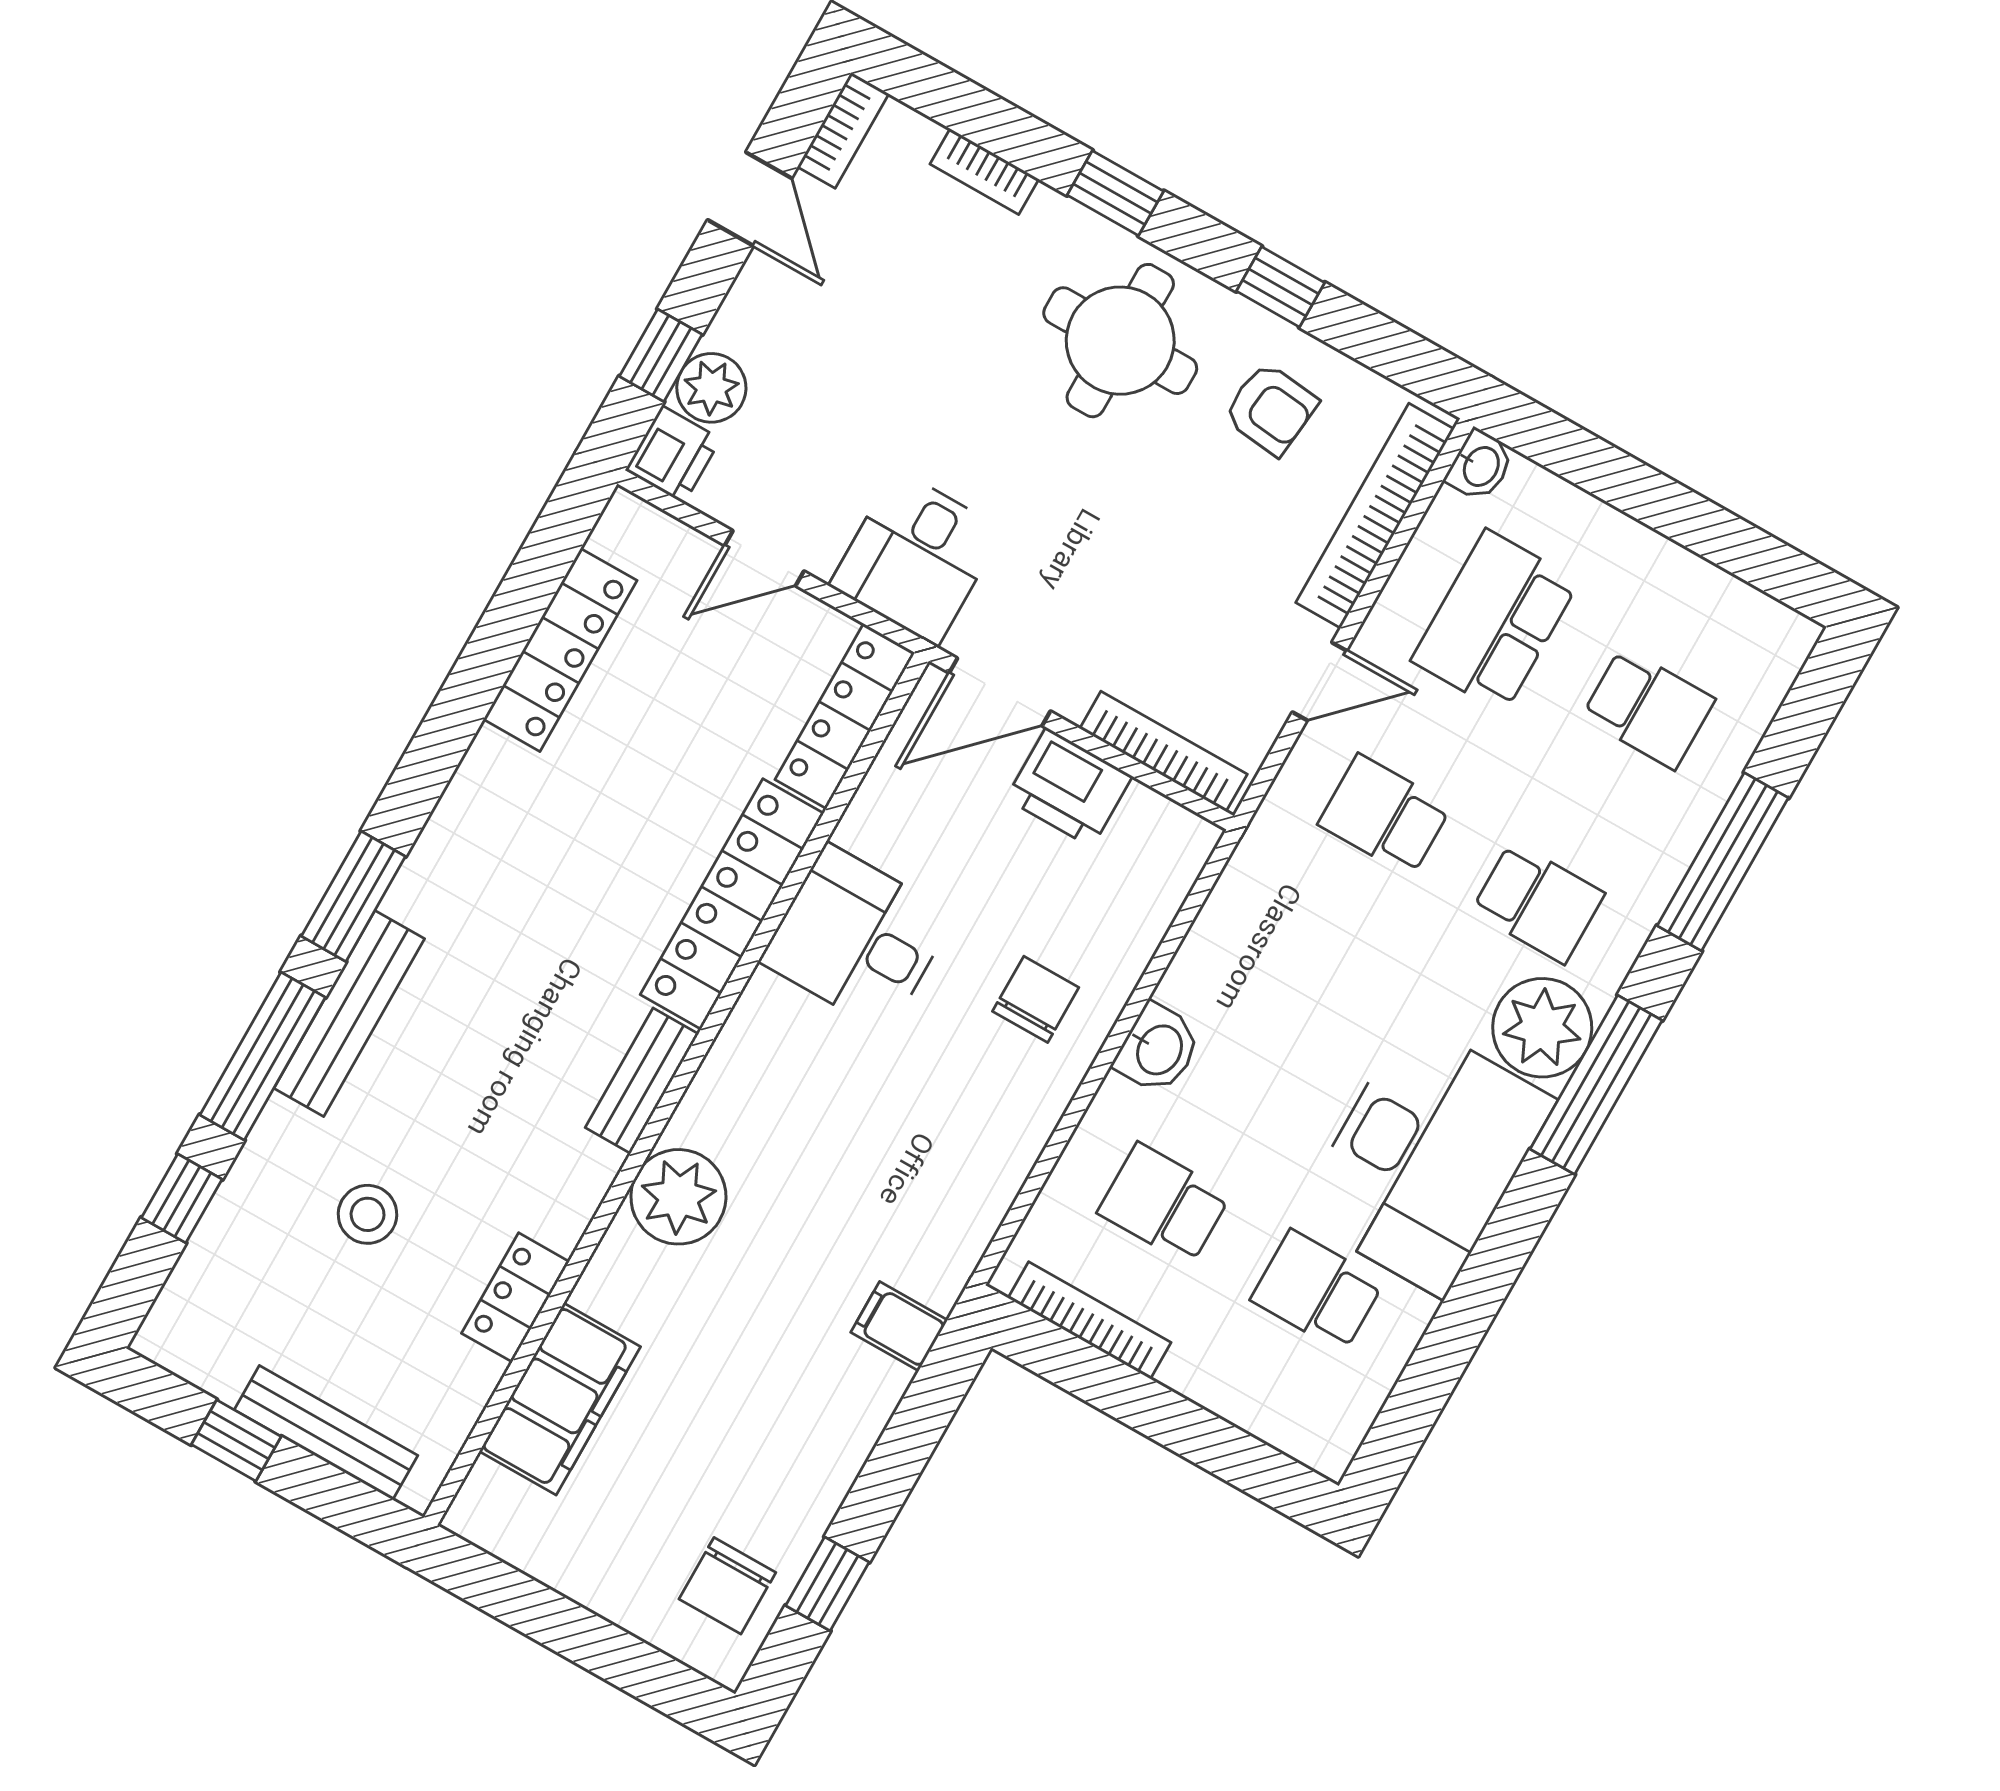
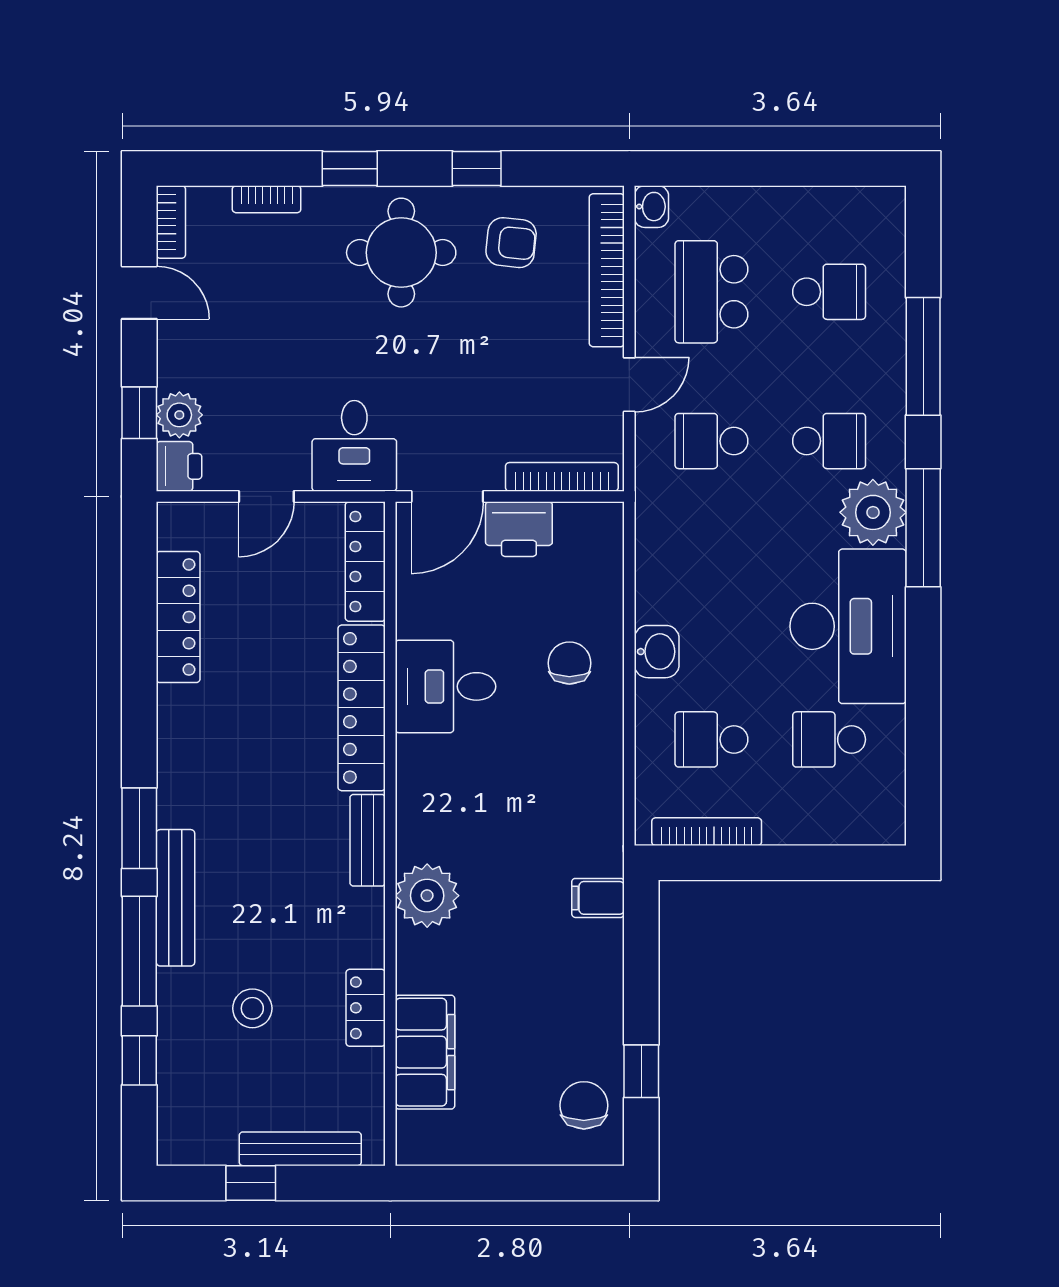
chair: (727, 1586) -> (584, 1105), turned 180

